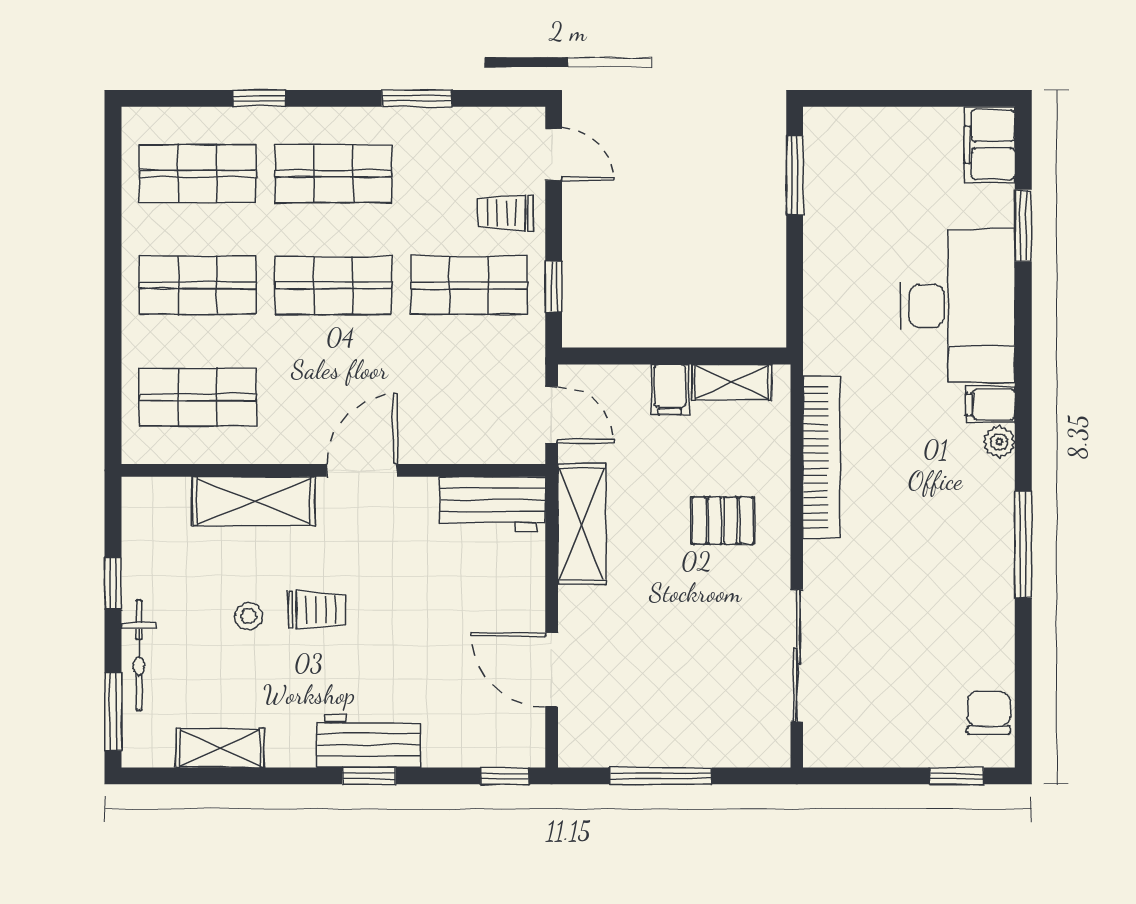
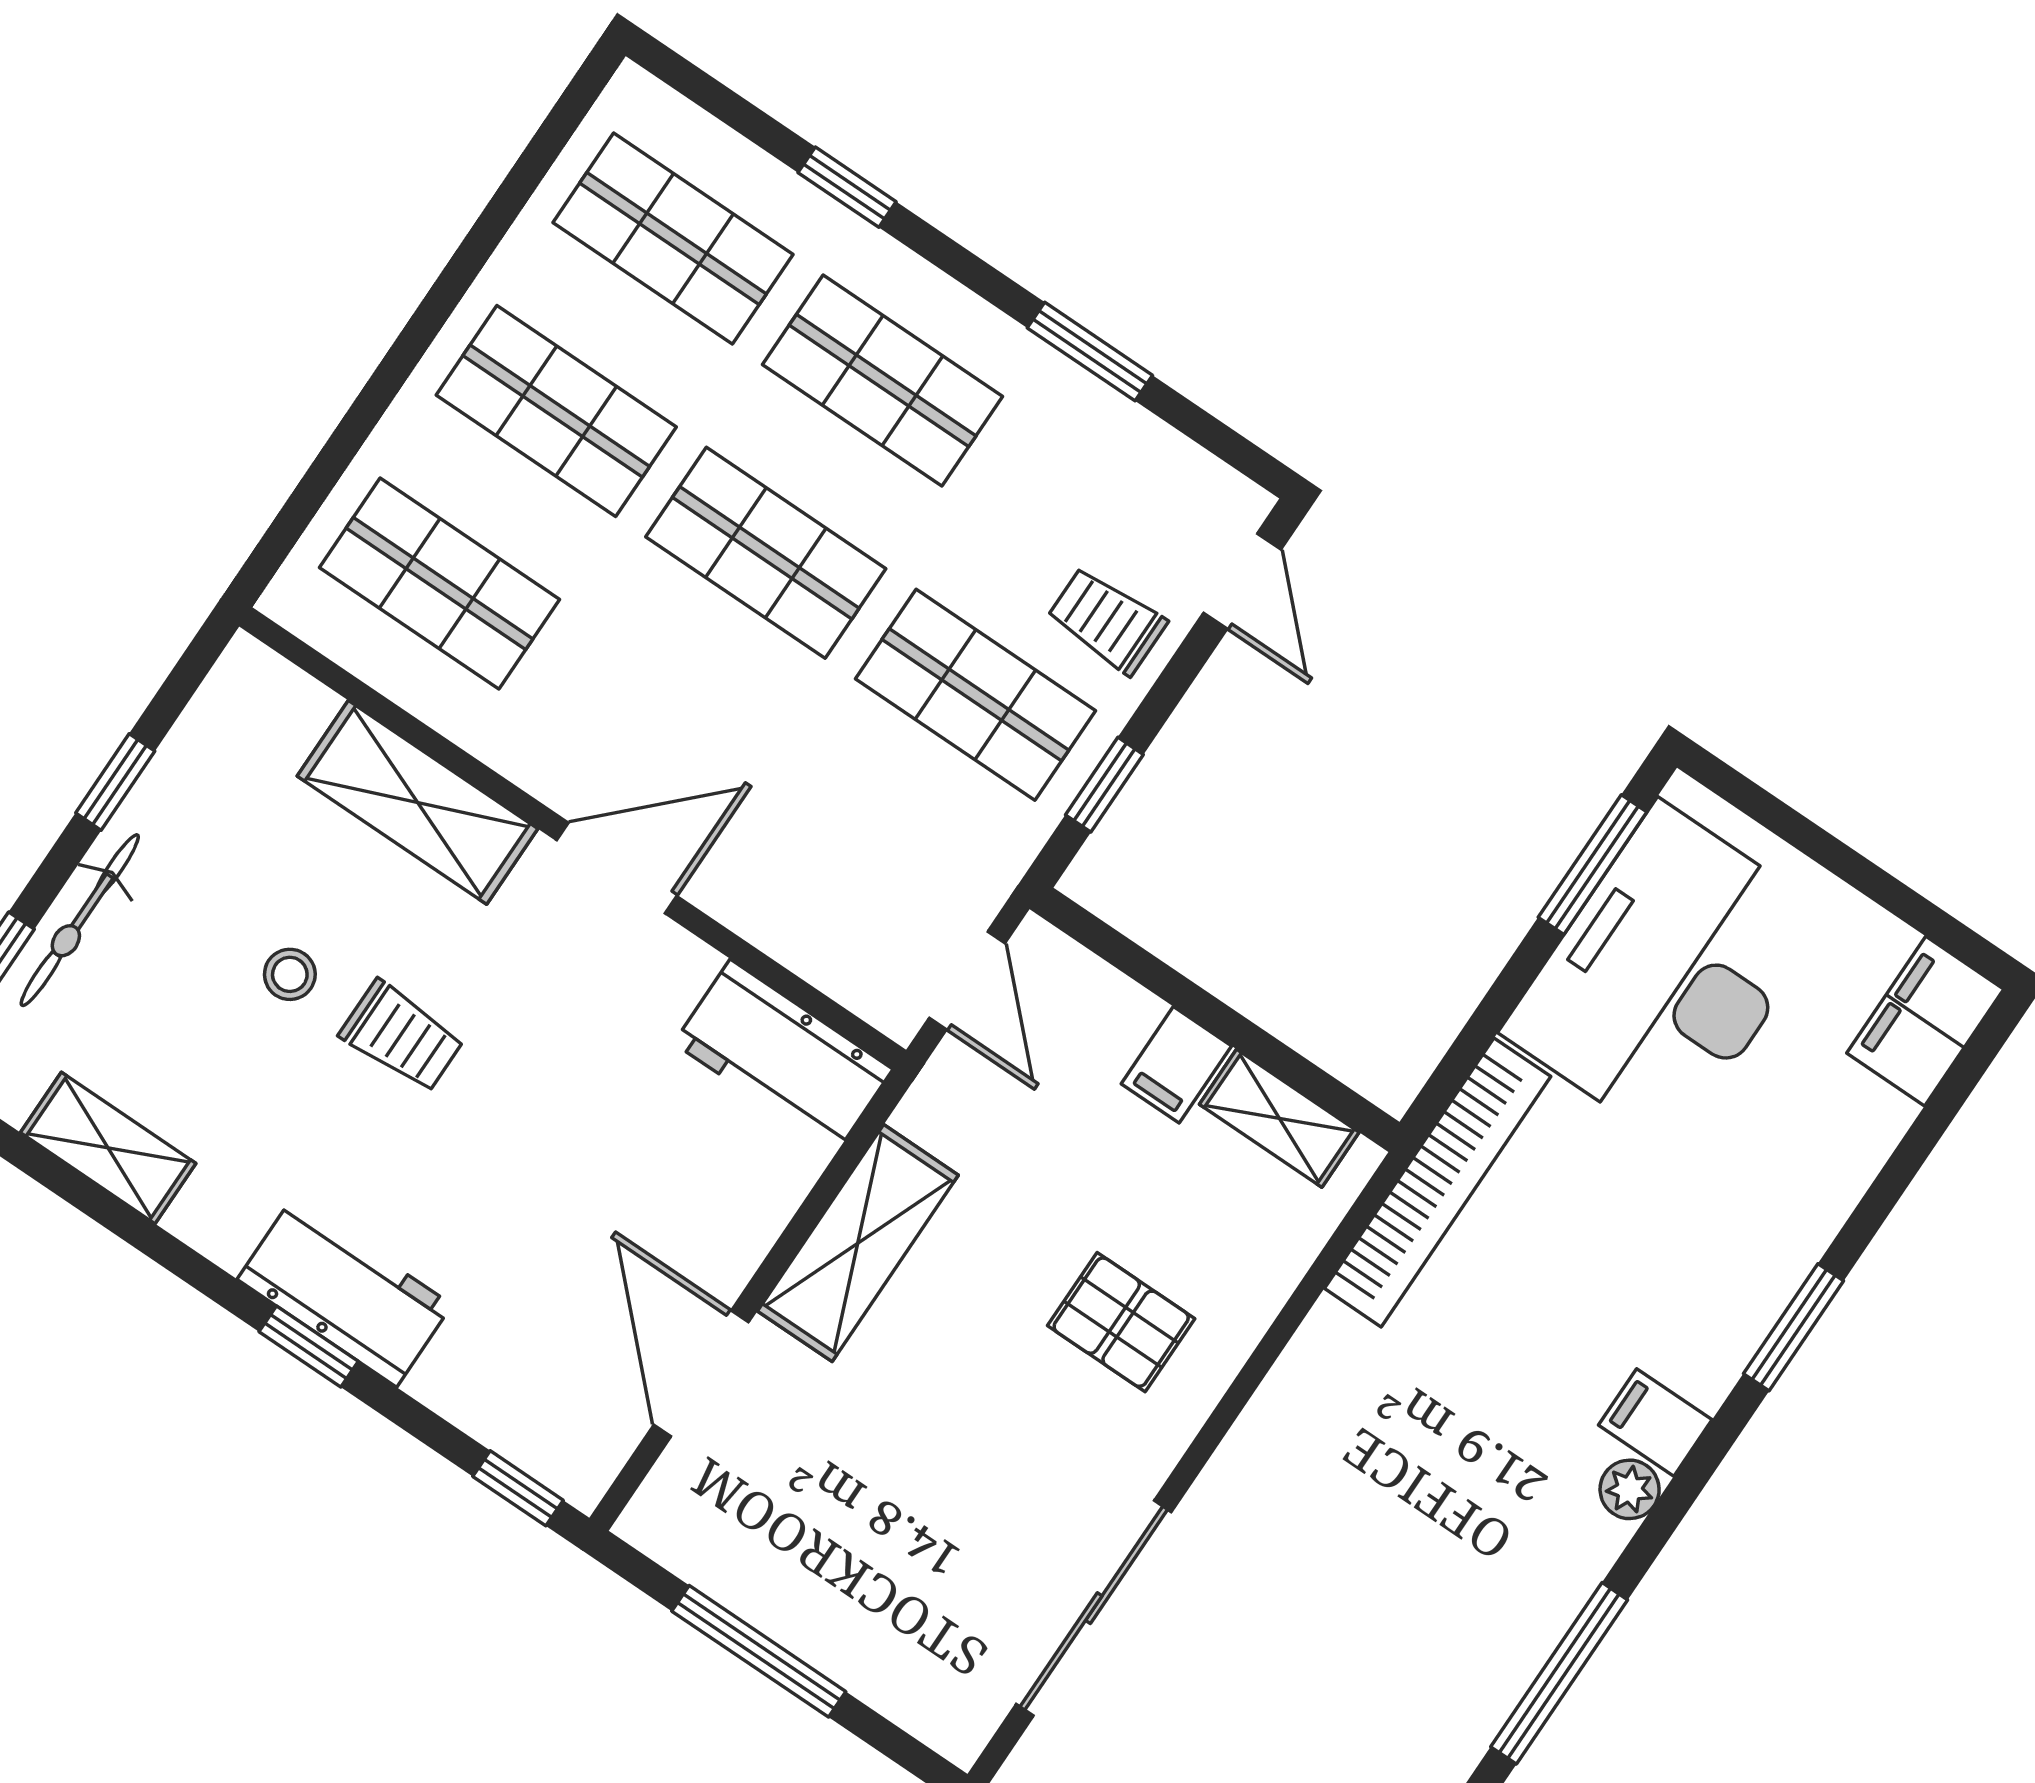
window: (1023, 226) -> (1794, 1327), moved
desk: (958, 306) -> (1666, 974), moved, turned 180
bookcase: (821, 457) -> (1438, 1182), moved
shelving: (582, 524) -> (858, 1243), moved

